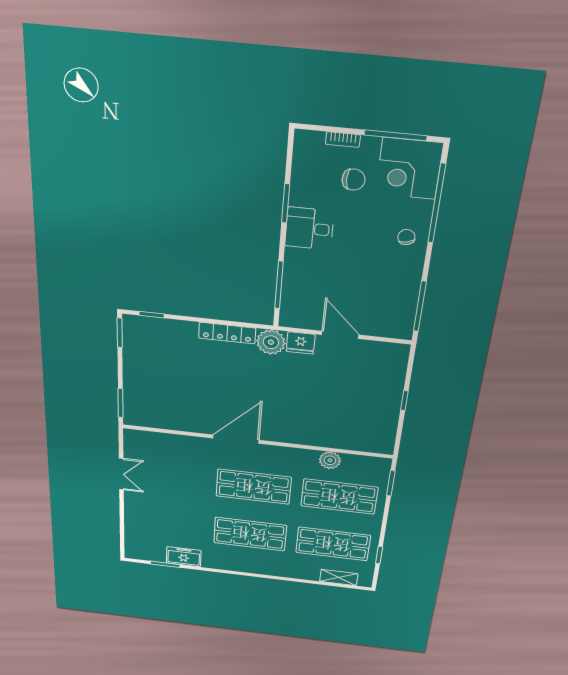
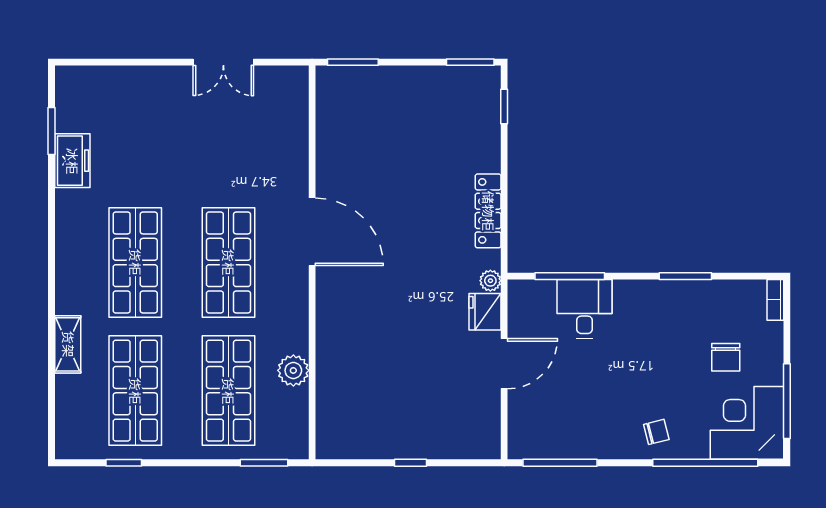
bookcase: (343, 140) -> (775, 300), moved
desk: (309, 229) -> (585, 309), moved
plant: (271, 342) -> (490, 281), width x0.53, depth x0.53
shelving: (339, 578) -> (68, 344), moved

